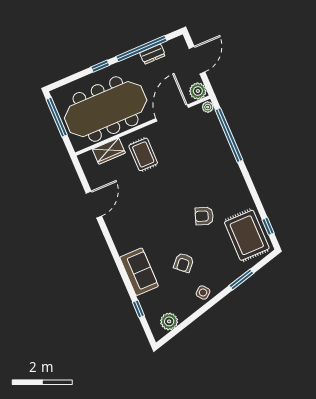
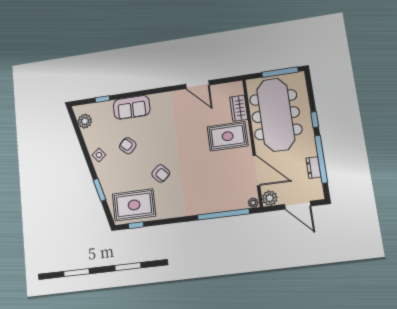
rug: (143, 154) -> (228, 136), width x1.36, depth x1.43
armchair: (204, 216) -> (161, 173), turned 118

